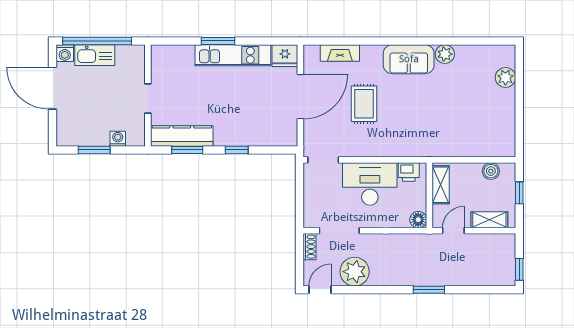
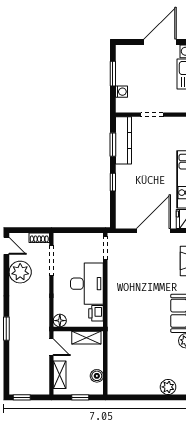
door: (300, 97) -> (153, 231), swing flipped
rug: (364, 104) -> (148, 279), removed

